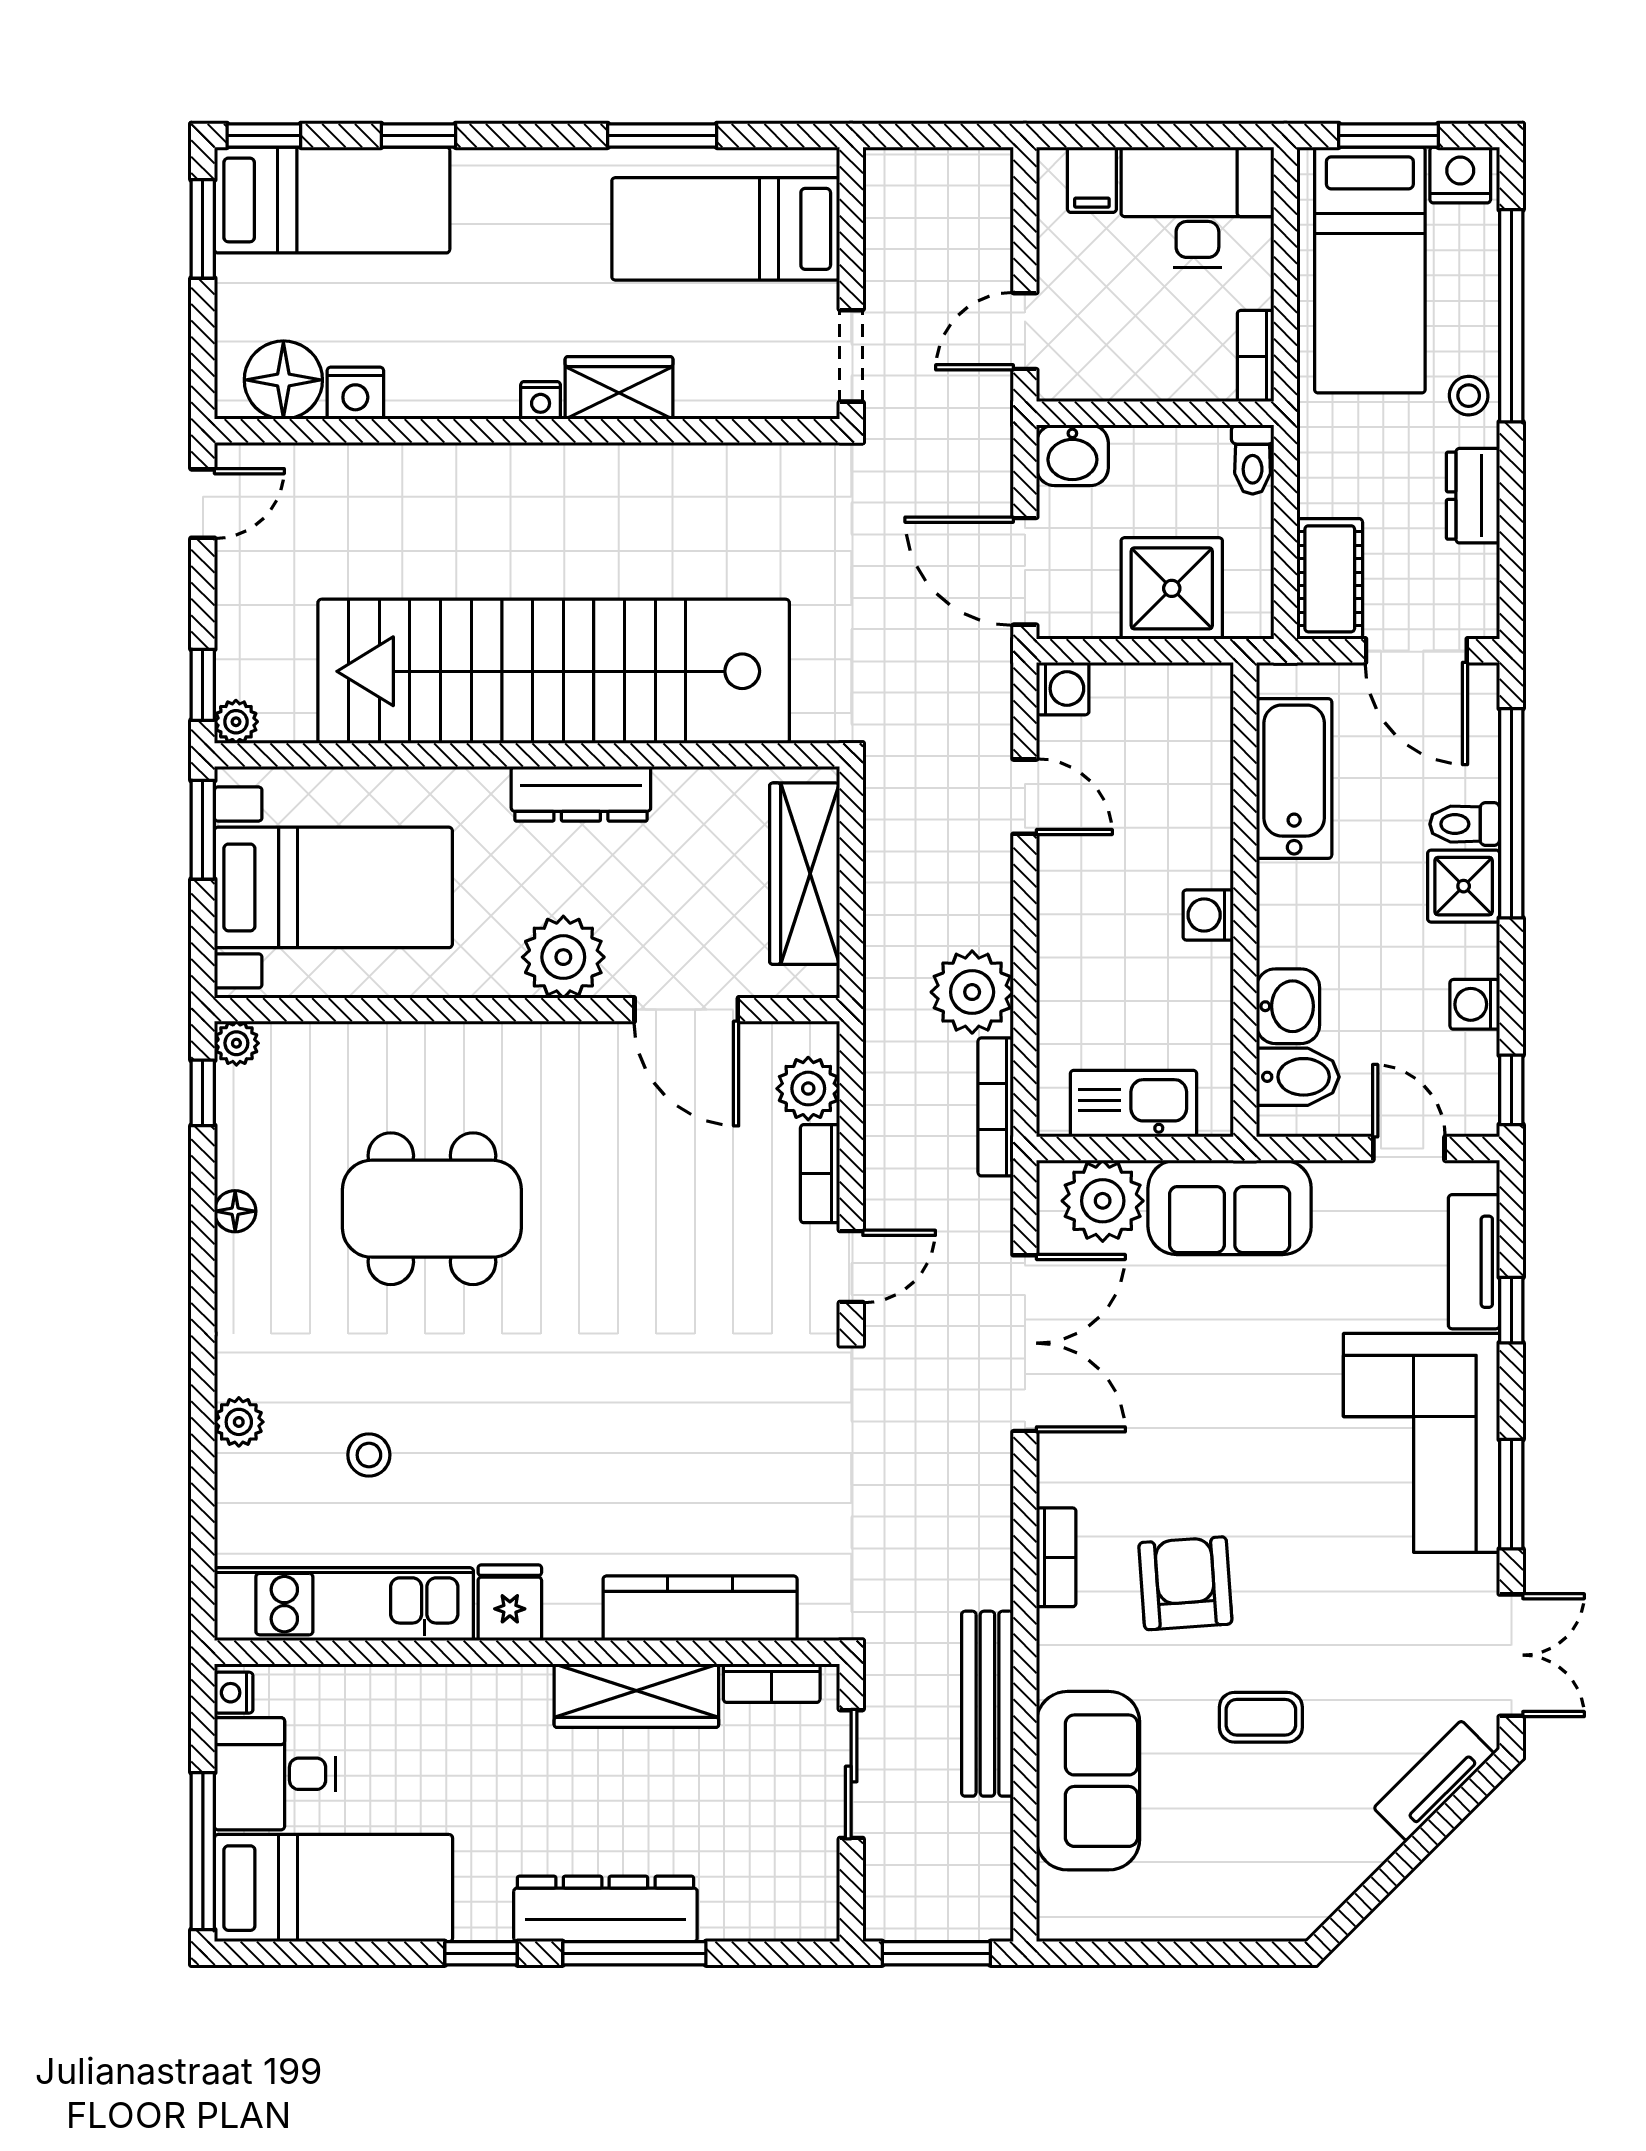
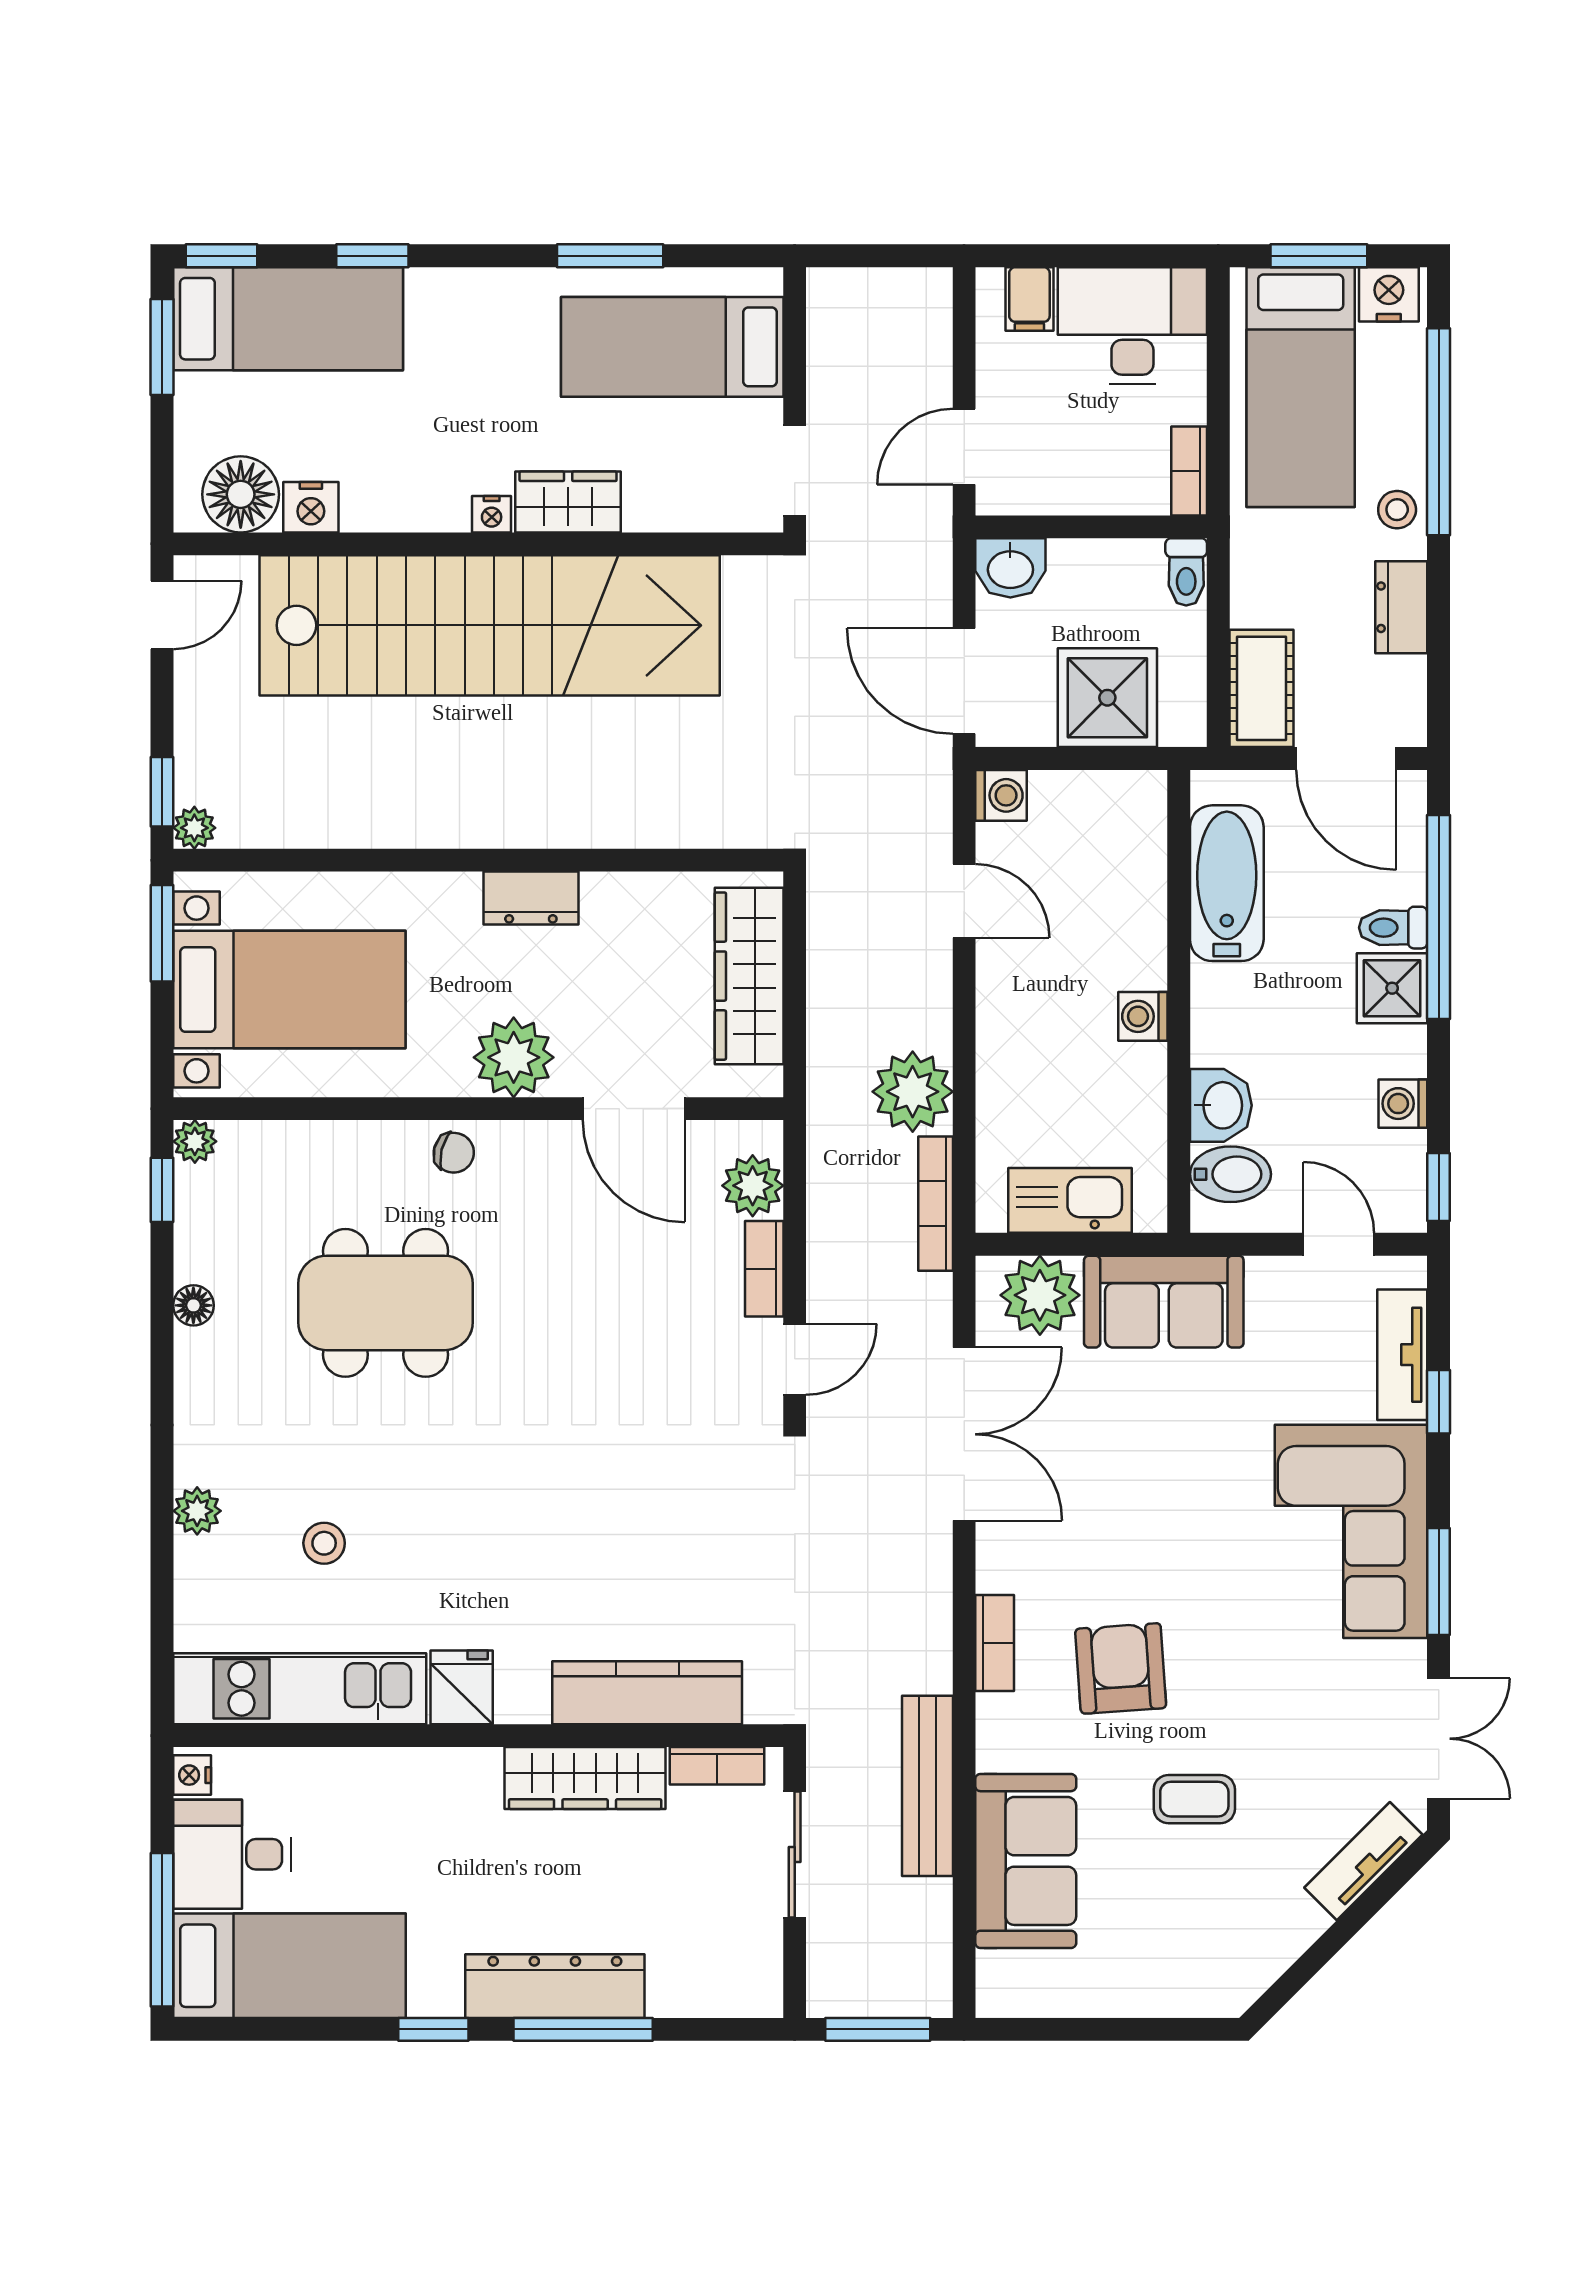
stairs: (554, 671) -> (490, 625), moved, turned 180
dresser: (581, 794) -> (531, 898), width x0.70
chair: (502, 1055) -> (454, 1153), added

